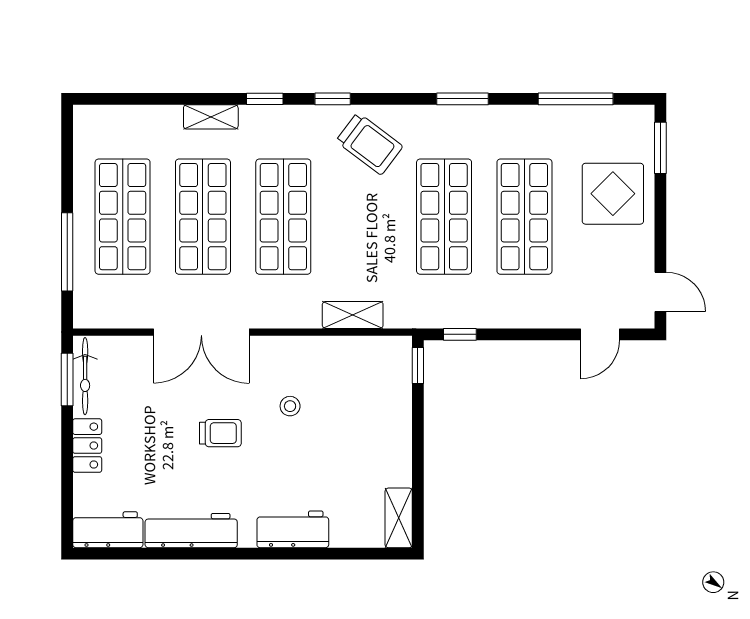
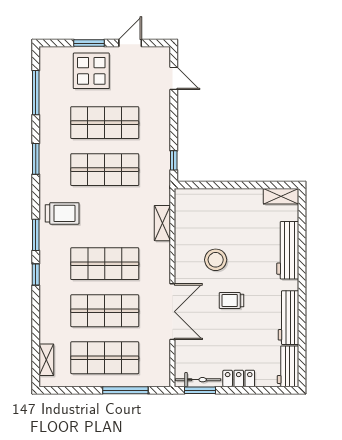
window: (333, 99) -> (36, 235), width x1.50
shelving: (211, 117) -> (46, 360), moved
trolley: (369, 144) -> (62, 213), turned 53
window: (660, 148) -> (89, 43), moved
door: (660, 292) -> (130, 43), moved
window: (418, 366) -> (192, 185), removed
stool: (290, 406) -> (216, 260), width x1.89, depth x1.89
trolley: (220, 433) -> (231, 301), turned -90
workbench: (293, 529) -> (288, 250), width x1.38

